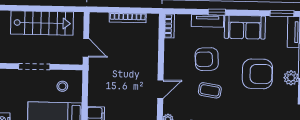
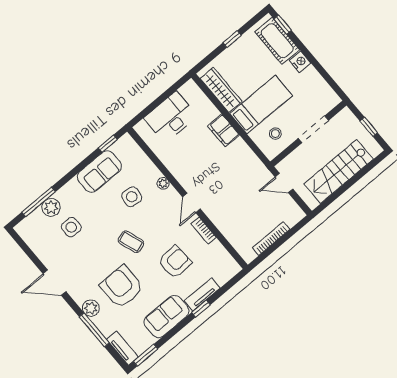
bookcase: (169, 26) -> (204, 231), moved
armchair: (257, 74) -> (122, 287), turned 90
coffee table: (210, 90) -> (131, 242), moved, turned 62

